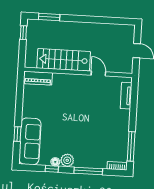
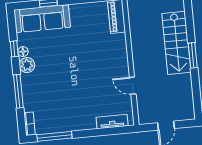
window: (49, 17) -> (193, 55), moved
stairs: (64, 60) -> (176, 43), moved, turned 180
door: (98, 74) -> (133, 86), swing flipped

